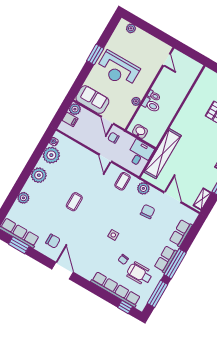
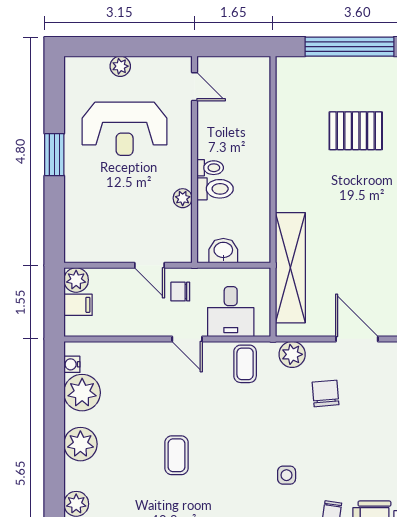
plant: (131, 28) -> (120, 66), moved
reception desk: (118, 69) -> (125, 129), moved
sofa: (92, 100) -> (98, 243), removed
desk: (140, 154) -> (231, 312), moved, turned 180

